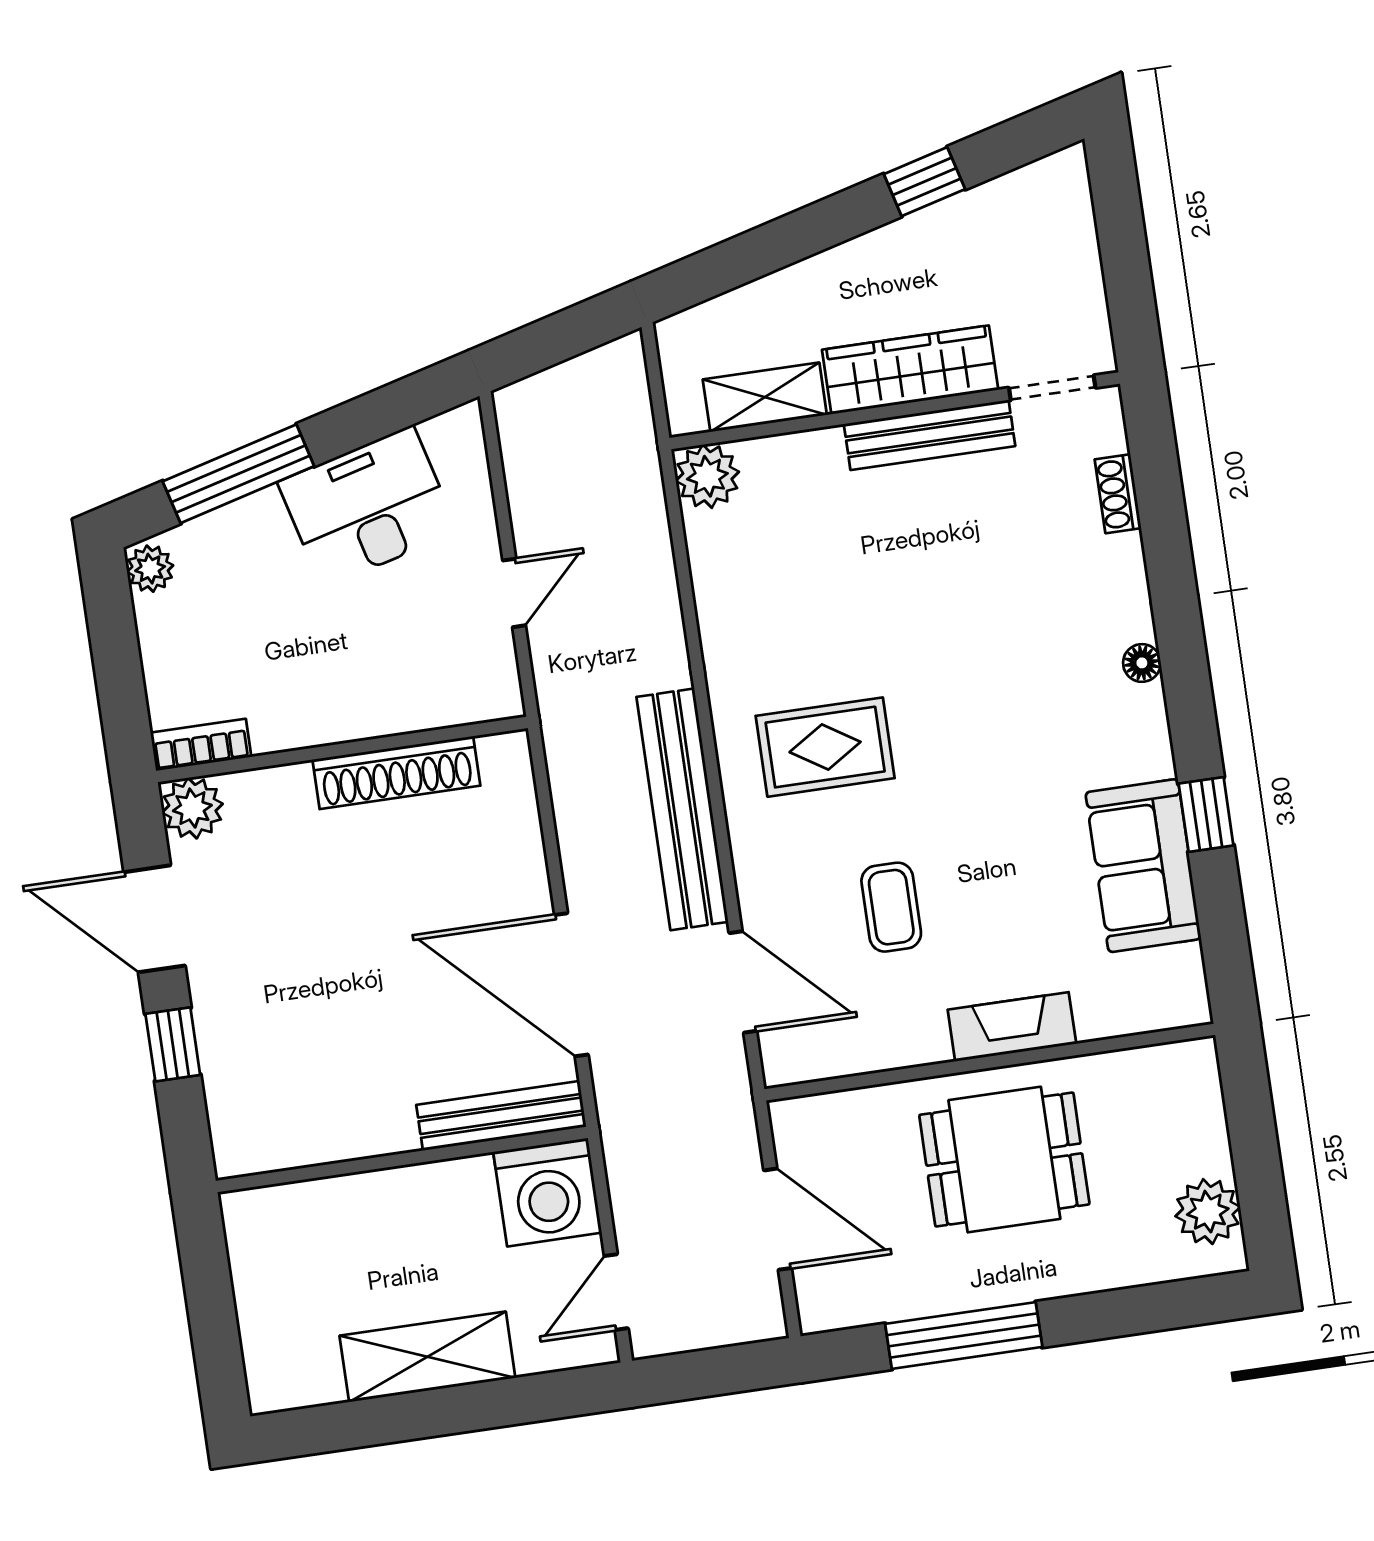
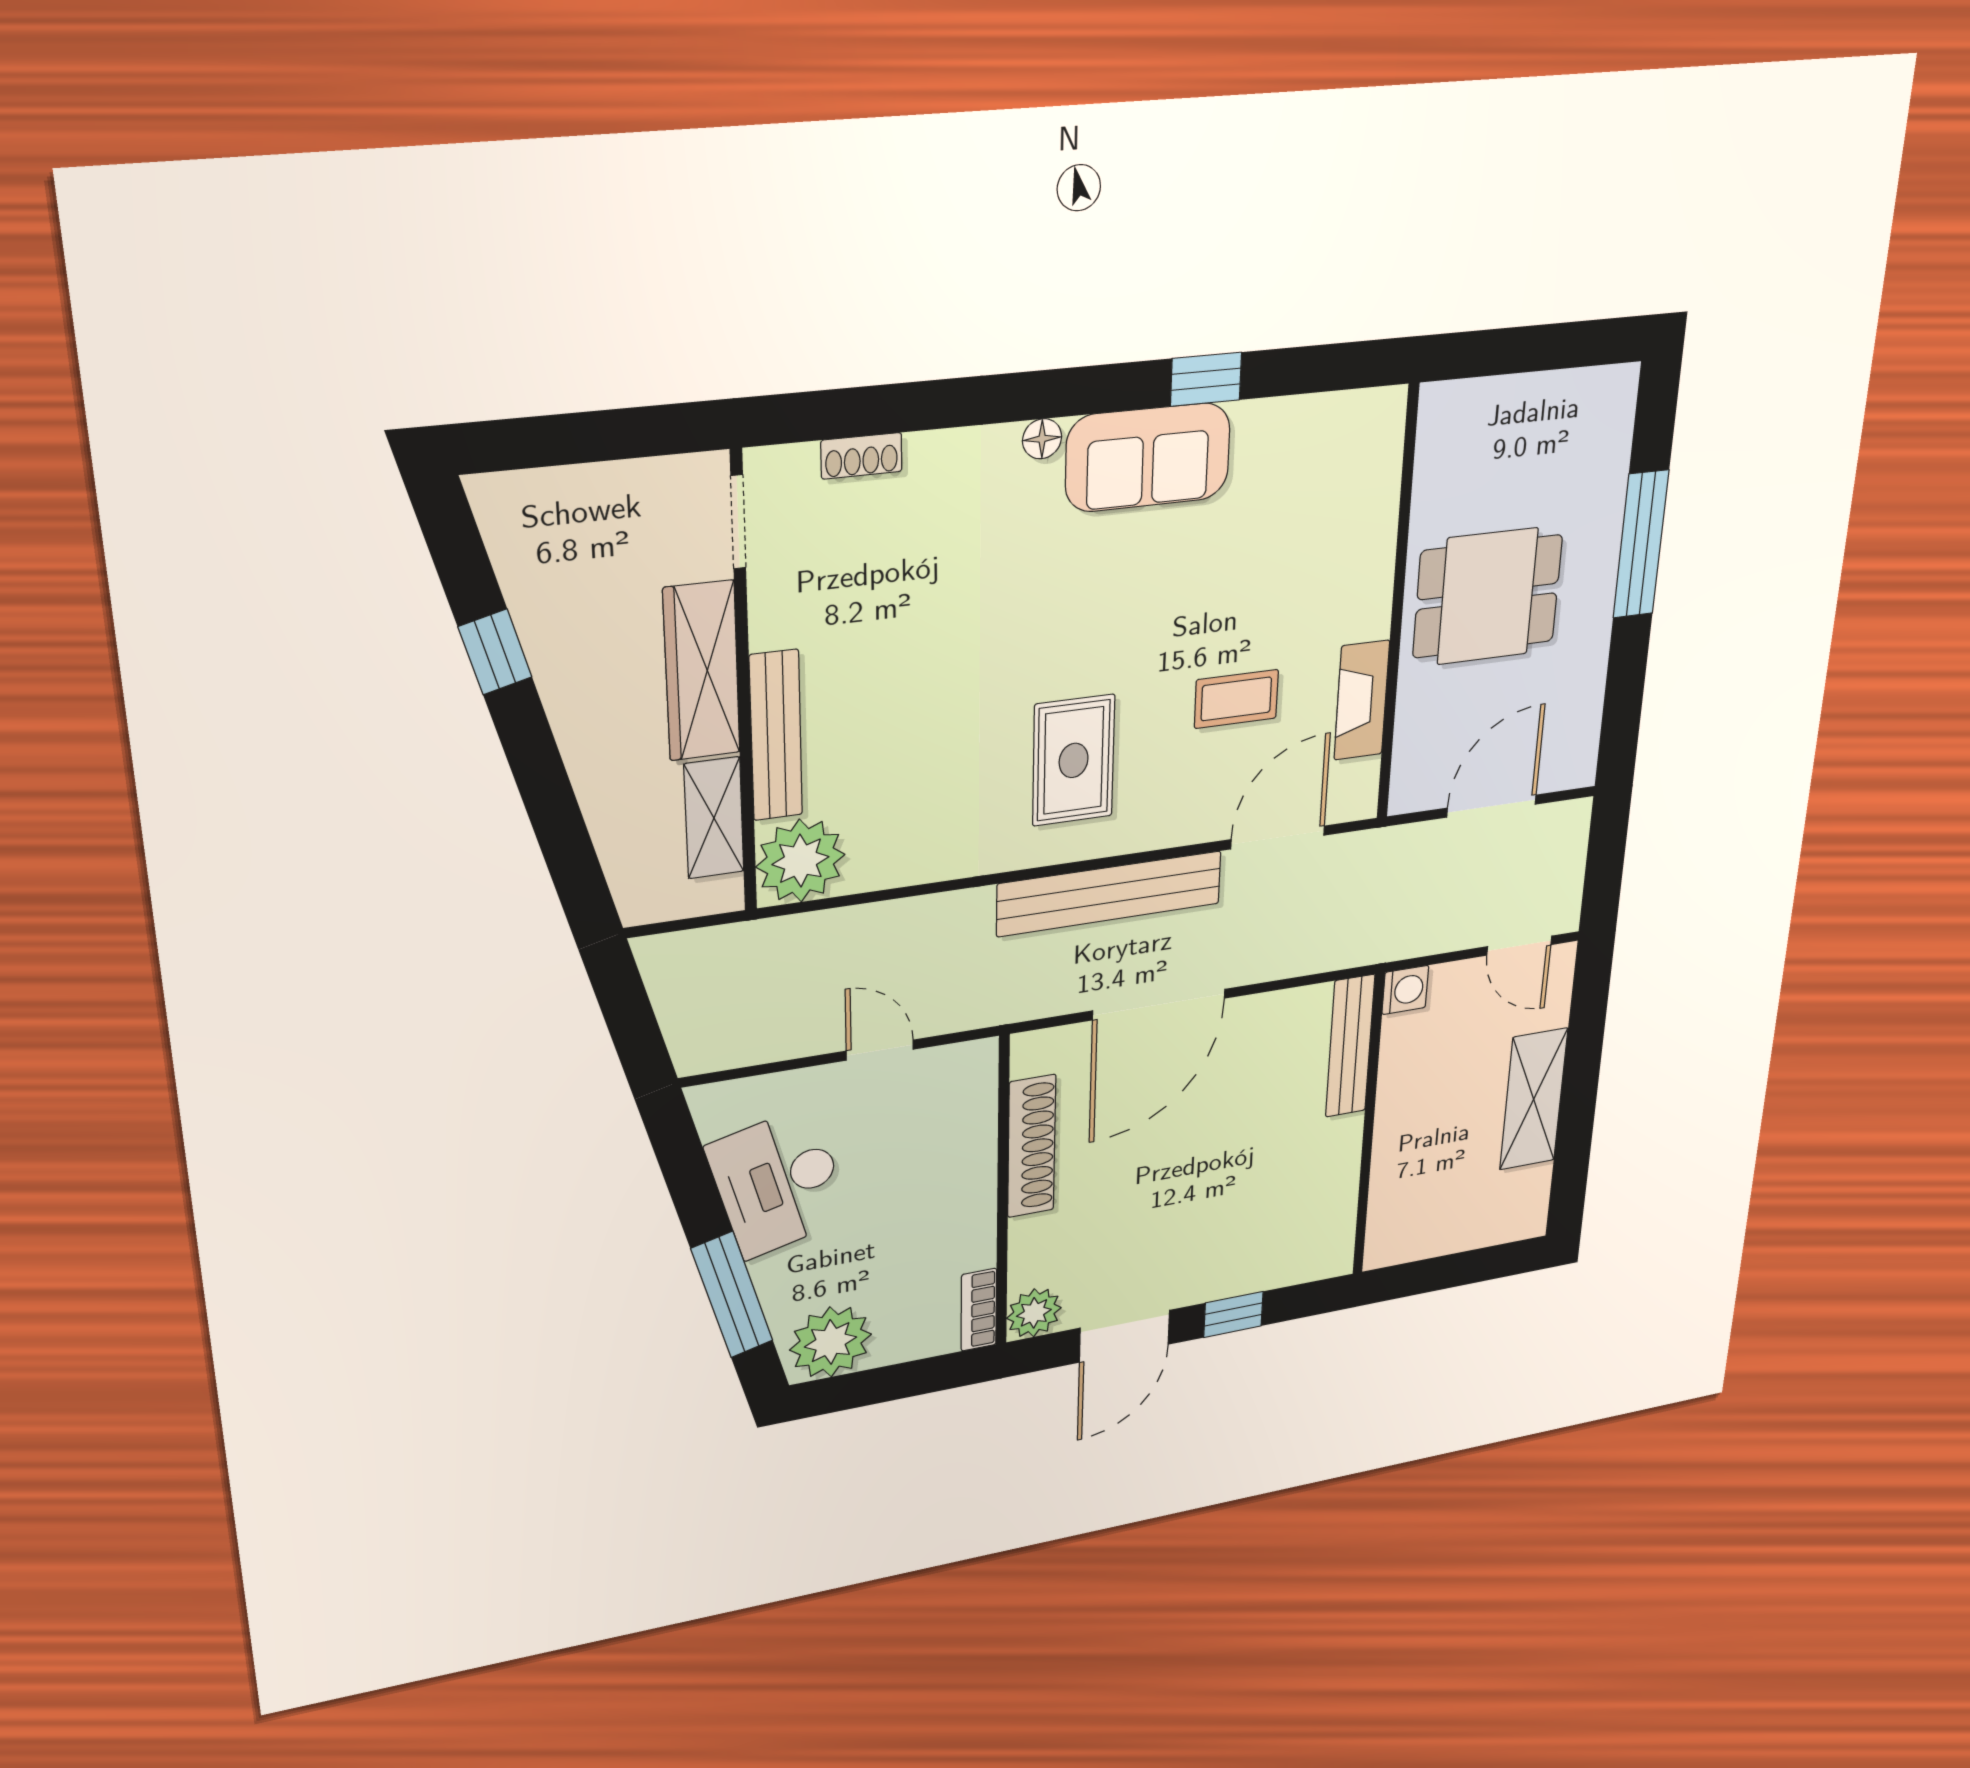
bench: (930, 435) -> (776, 736), moved
plant: (707, 476) -> (800, 861), width x1.36, depth x1.36
plant: (150, 569) -> (831, 1342), width x1.88, depth x1.88
sofa: (1143, 866) -> (1148, 457), moved
door: (571, 985) -> (1159, 1004), moved
fireplace: (1012, 1027) -> (1362, 700), moved
dining table: (1004, 1160) -> (1488, 596), turned 90
washing machine: (547, 1192) -> (1405, 990), width x0.53, depth x0.53
plant: (1208, 1212) -> (1579, 400), removed
window: (964, 1335) -> (1641, 544), moved

